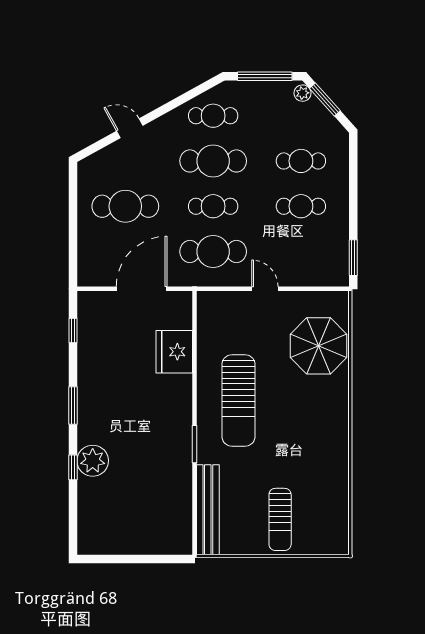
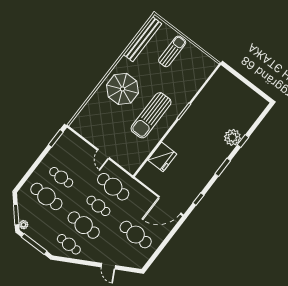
cafe table: (301, 161) -> (46, 196), width x1.37, depth x1.35
door: (142, 289) -> (170, 205), moved
parasol: (319, 346) -> (123, 89), moved
sun lounger: (238, 400) -> (151, 115), turned 180
bench: (208, 510) -> (143, 39), moved

